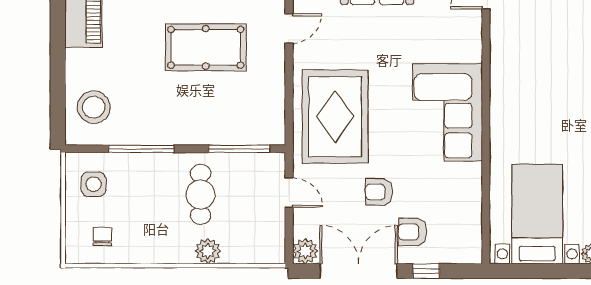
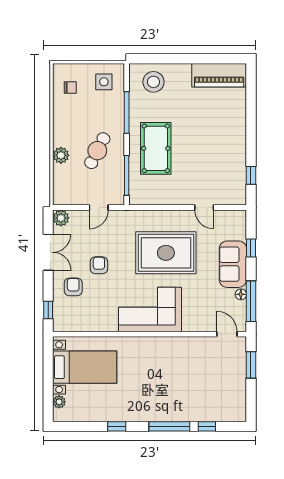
pool table: (206, 47) -> (156, 148), moved
rug: (335, 117) -> (166, 253), moved
cafe table: (201, 194) -> (97, 151), turned -63
double door: (359, 271) -> (48, 252), width x0.73
window: (426, 271) -> (48, 310), moved

